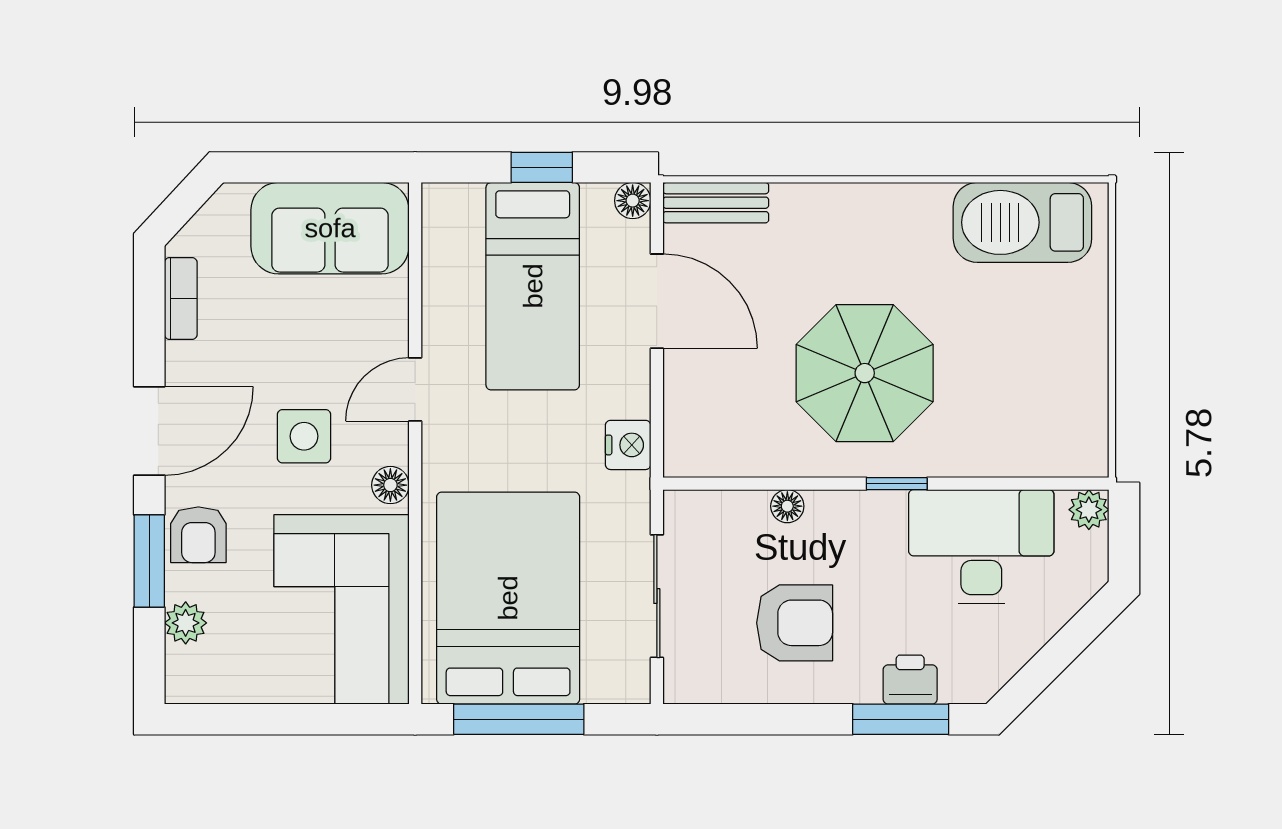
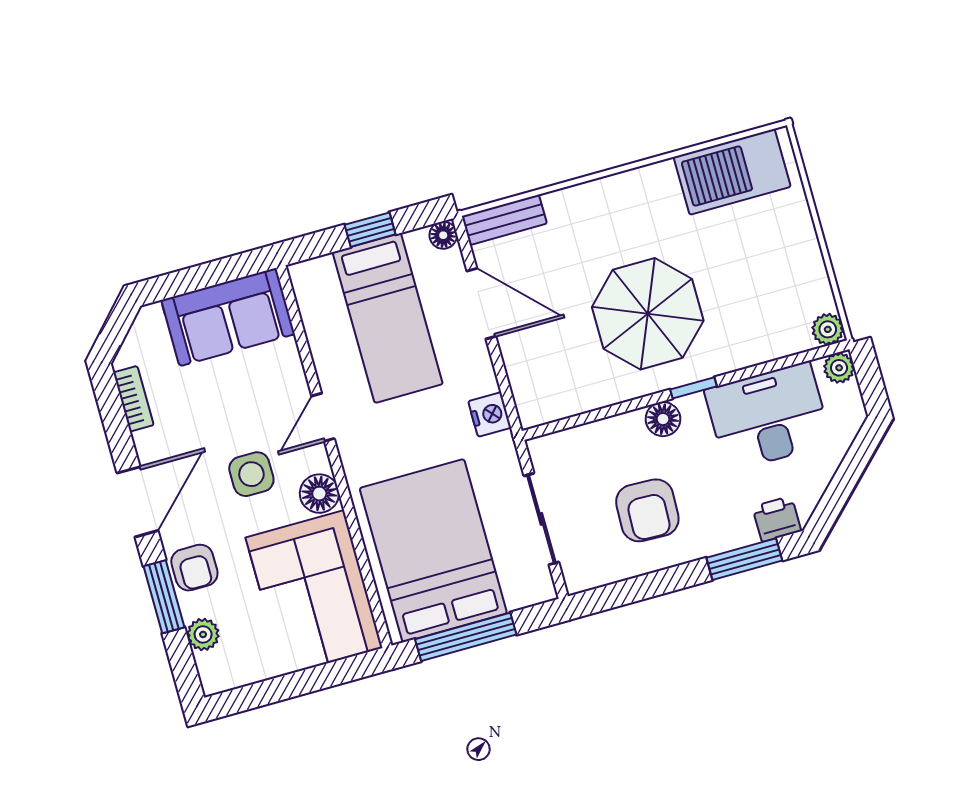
plant: (1088, 457) -> (828, 329), added
floor lamp: (390, 485) -> (319, 494), width x1.37, depth x1.37
floor lamp: (787, 506) -> (663, 419), moved, width x1.37, depth x1.37
armchair: (795, 623) -> (647, 510), turned 92
printer: (910, 680) -> (777, 519), moved

